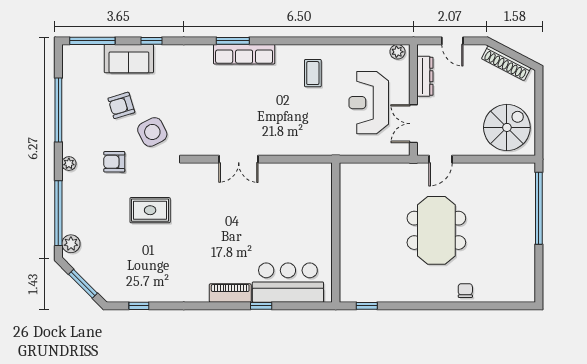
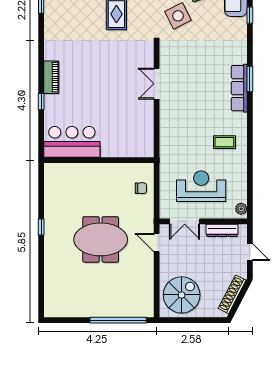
door: (452, 41) -> (250, 252), swing flipped
double door: (413, 124) -> (185, 221), swing flipped
spiral stairs: (507, 127) -> (182, 295), turned -90
bar counter: (288, 283) -> (72, 142), moved, turned -90
chair: (465, 291) -> (141, 188), moved
window: (367, 306) -> (41, 227), moved

